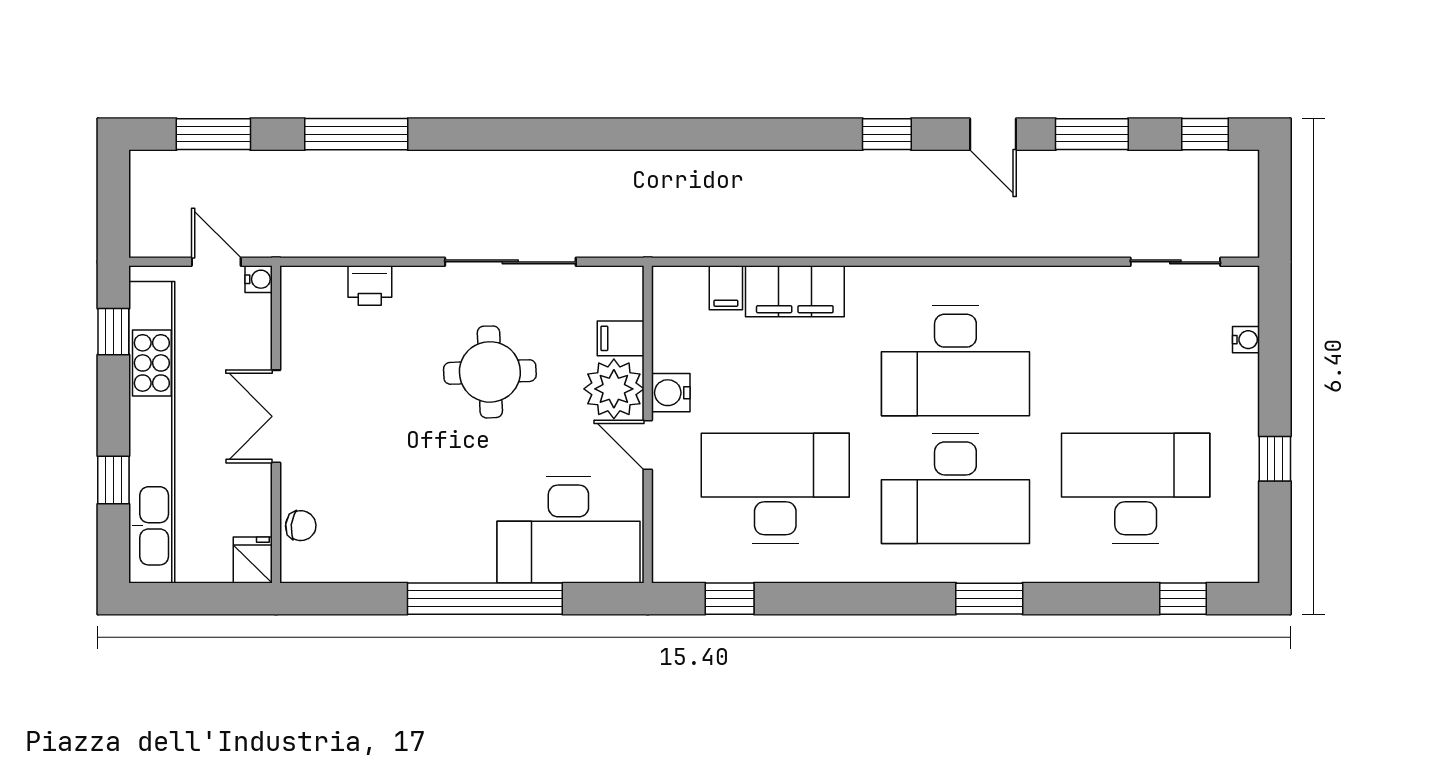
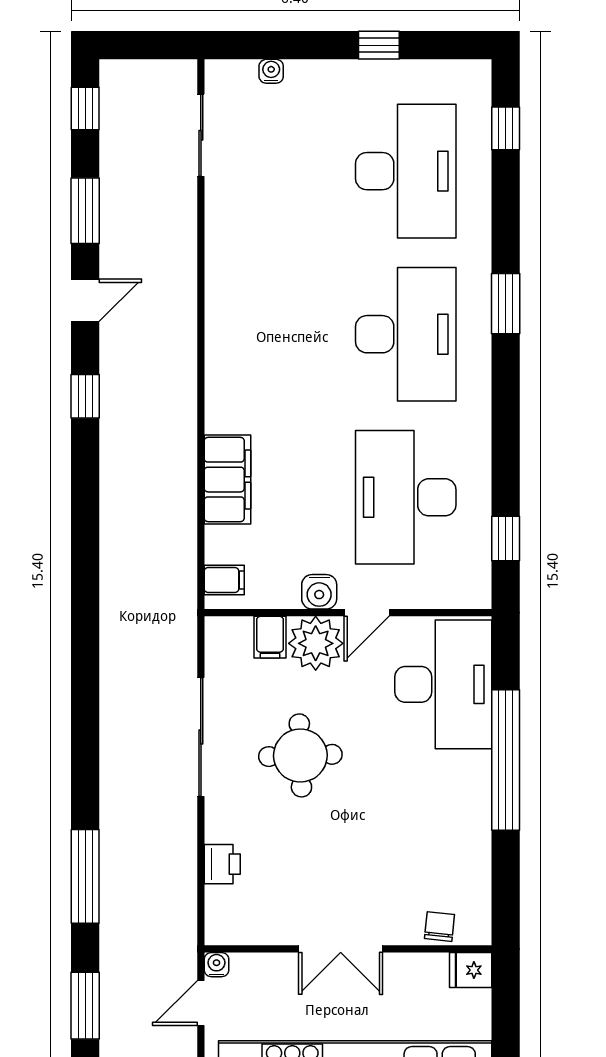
filing cabinet: (726, 288) -> (224, 580), moved
desk: (955, 361) -> (290, 334), removed
desk: (1136, 488) -> (406, 171), turned 180

